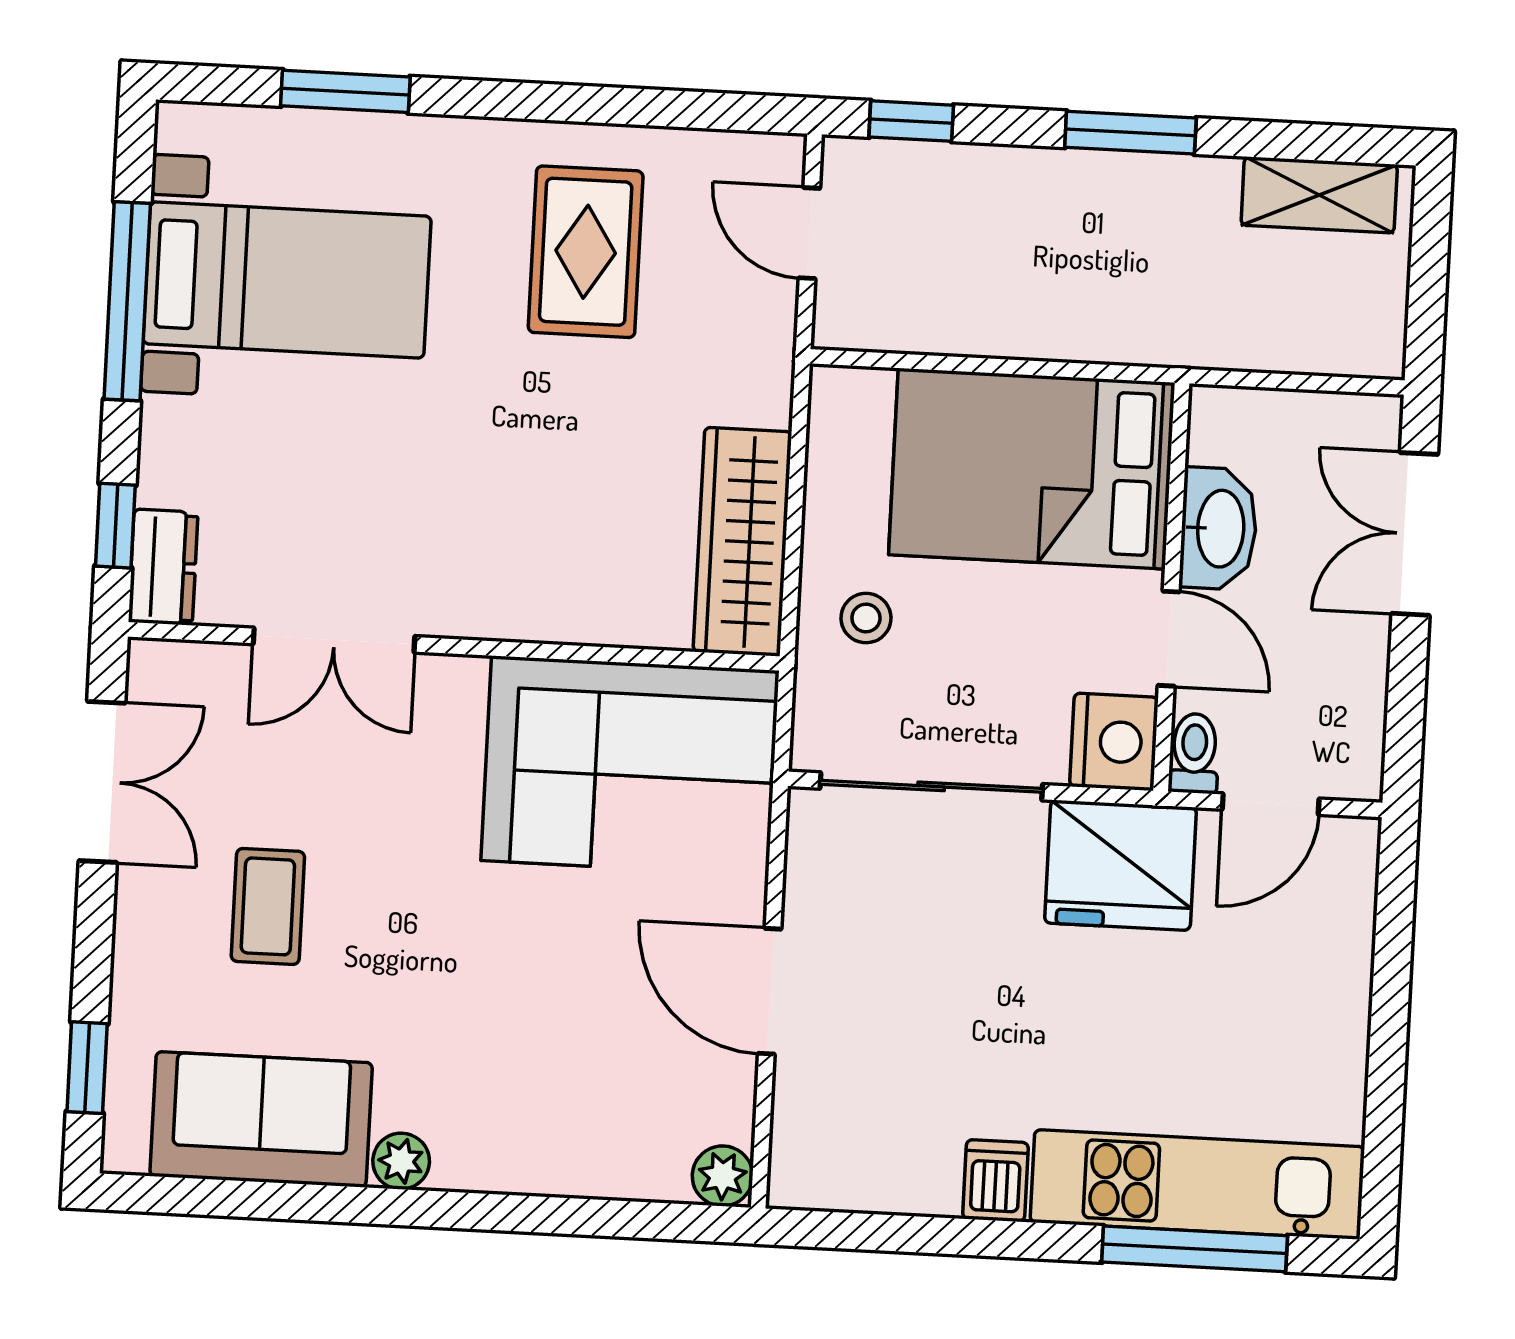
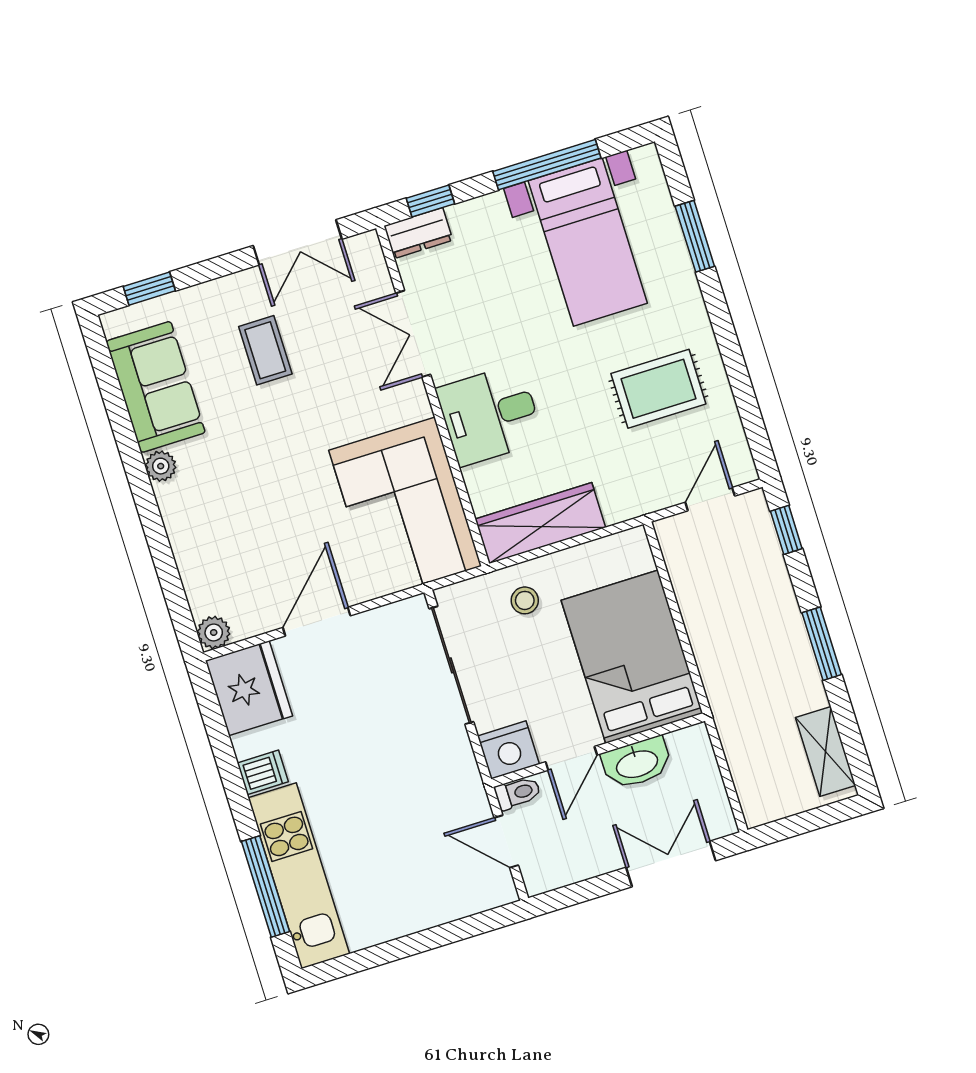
desk: (523, 560) -> (490, 415), added
fridge: (1120, 865) -> (249, 688), moved, turned 180
coffee table: (268, 906) -> (265, 350), turned 90

